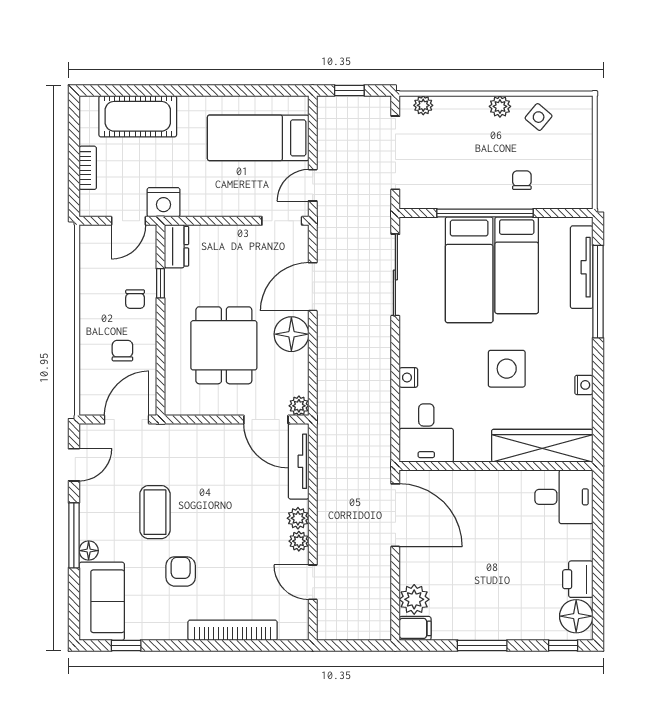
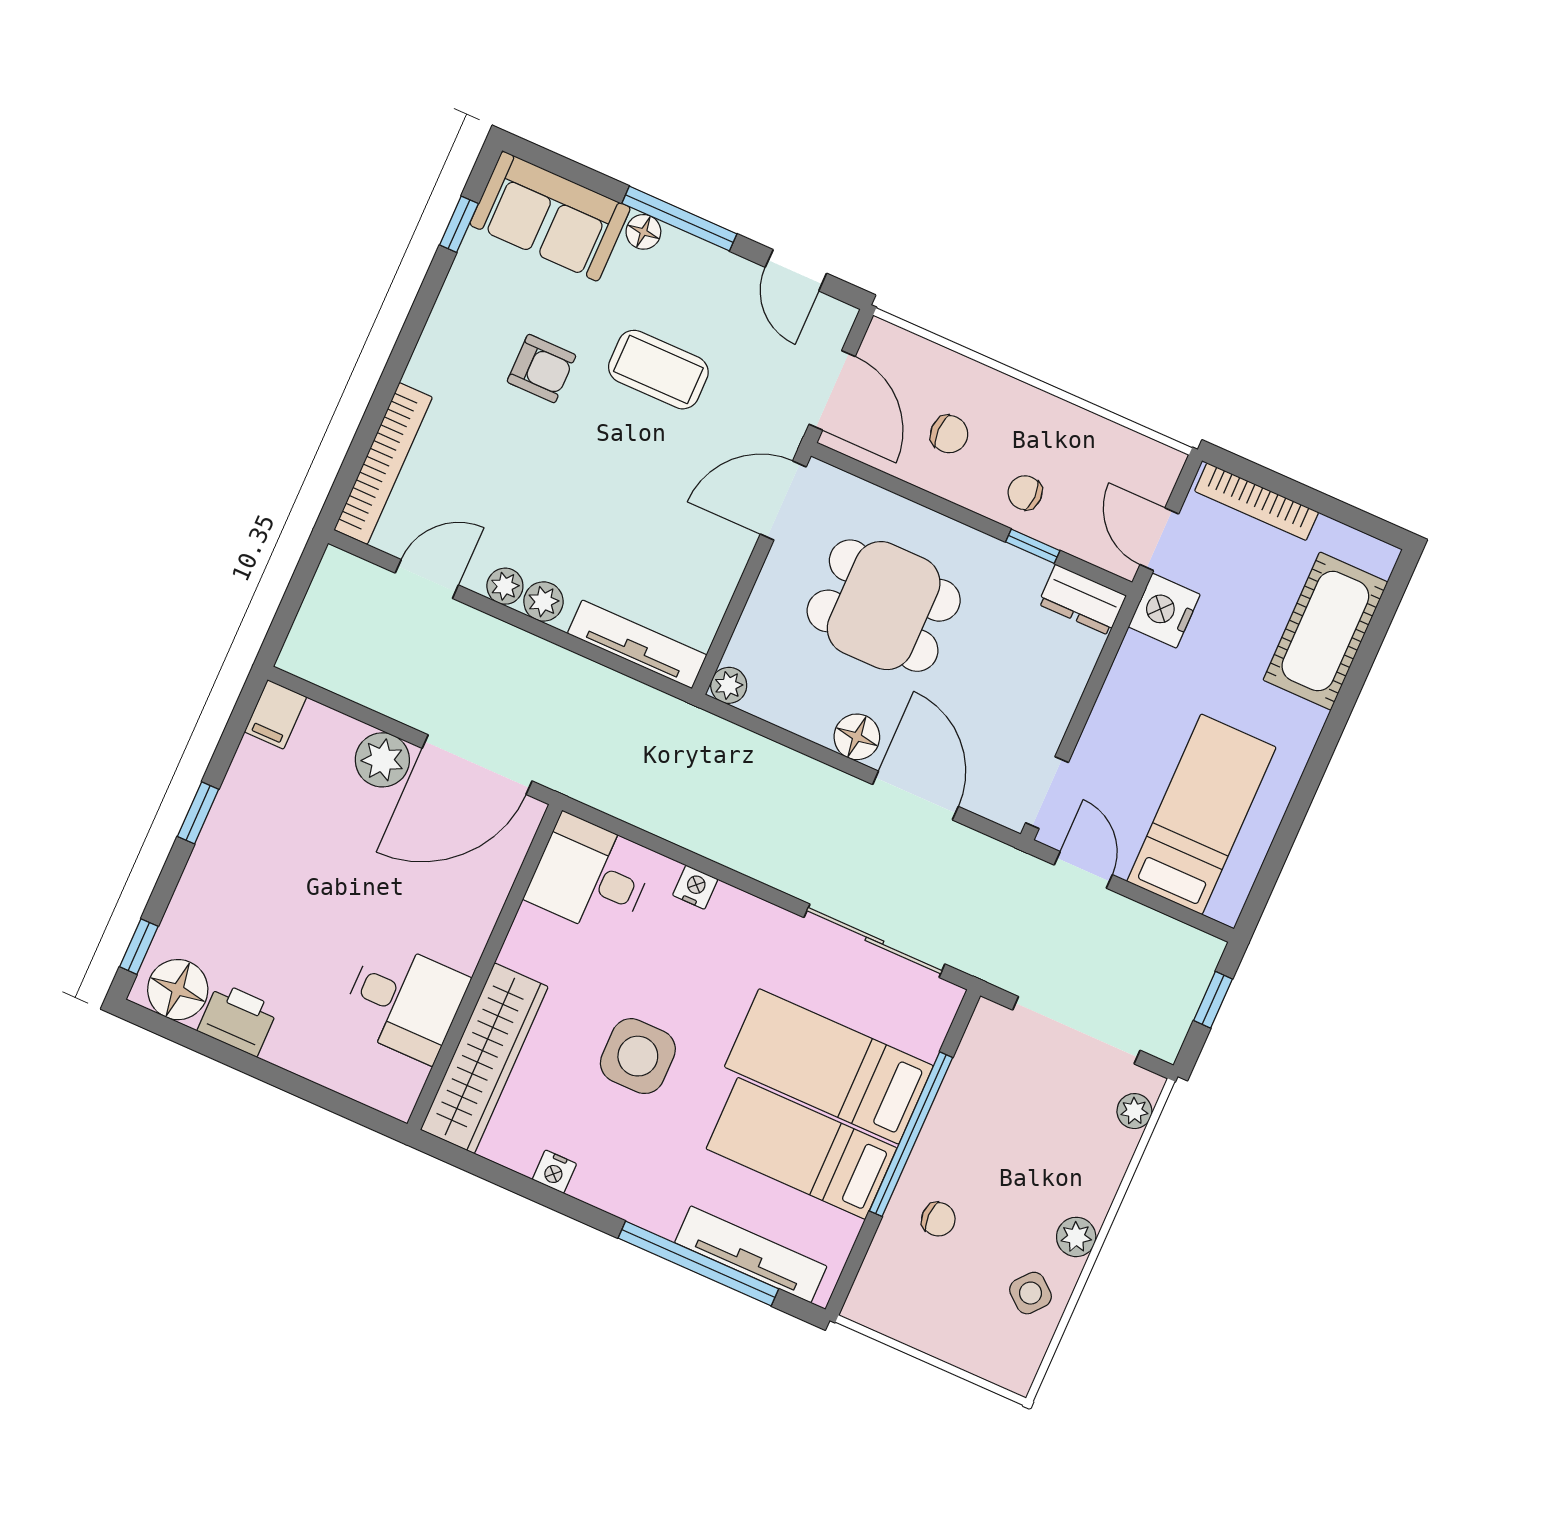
bookcase: (88, 168) -> (1257, 502), width x1.56
floor lamp: (291, 334) -> (857, 737), width x0.73, depth x0.73
door: (266, 420) -> (783, 500), moved
desk: (564, 497) -> (404, 1001), moved, turned -90
plant: (414, 599) -> (382, 760), moved
bookcase: (233, 630) -> (383, 463), moved
window: (482, 646) -> (198, 813), width x0.67

